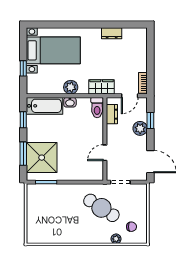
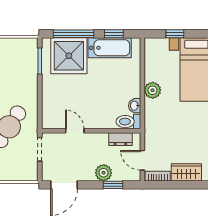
wardrobe: (102, 87) -> (186, 172), moved, turned -90
washbasin: (70, 102) -> (135, 106), moved
bathtub: (45, 106) -> (110, 48), moved, turned -90
window: (23, 154) -> (73, 34), width x1.44

